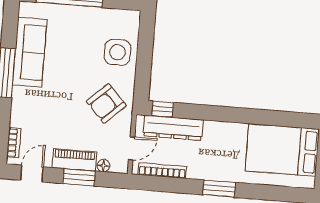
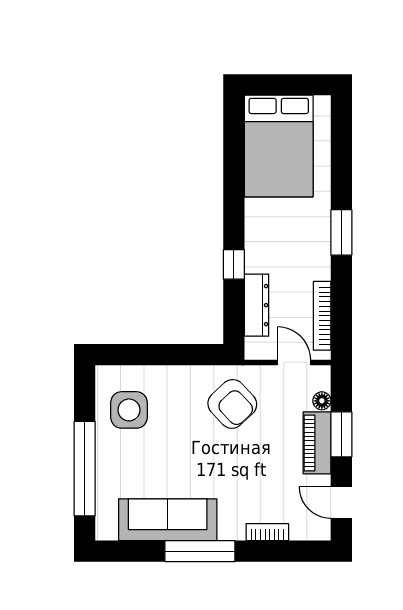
side table: (117, 52) -> (129, 410), moved
window: (163, 109) -> (234, 264), moved
dresser: (173, 128) -> (257, 305), width x0.73, depth x0.80
bookcase: (14, 143) -> (267, 532), moved

